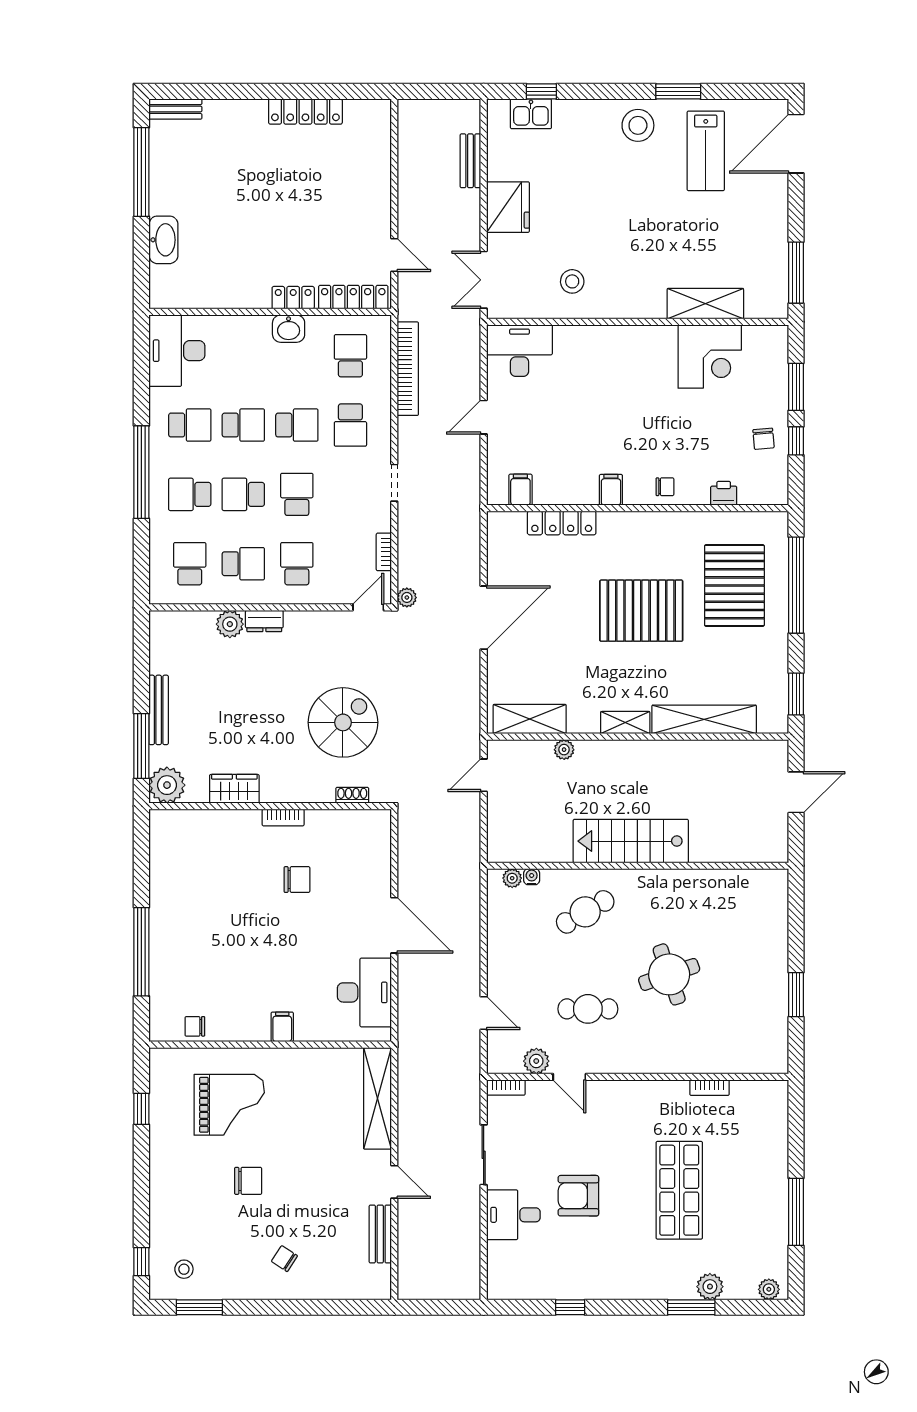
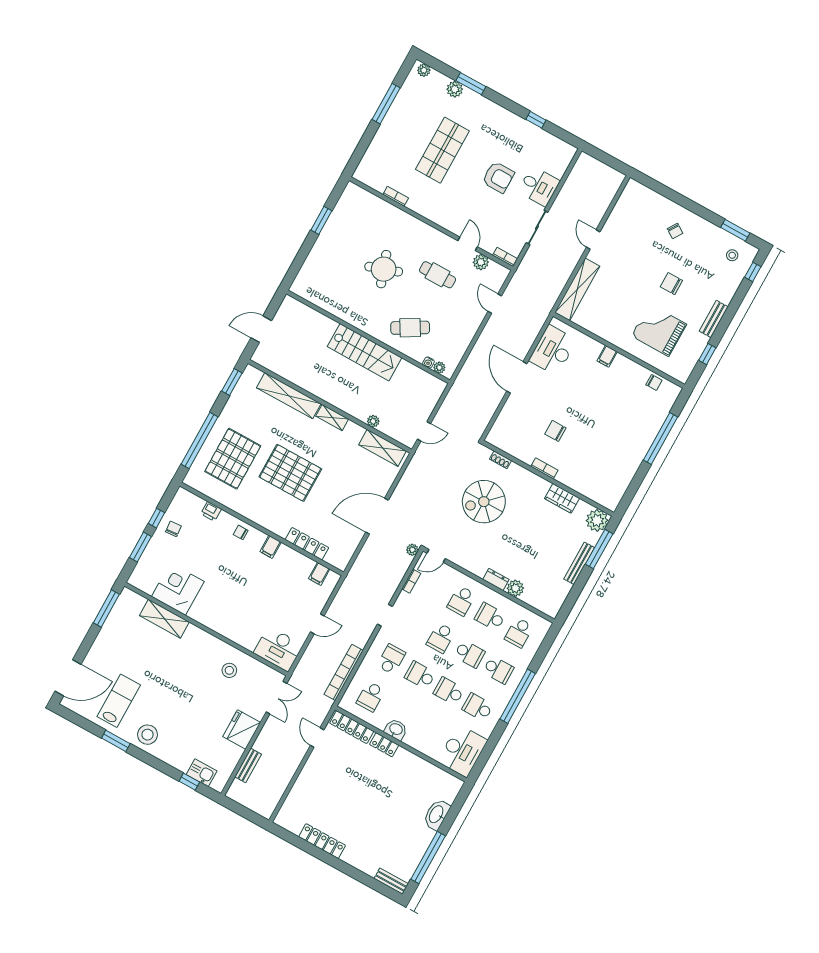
bench: (380, 1234) -> (714, 319), moved

